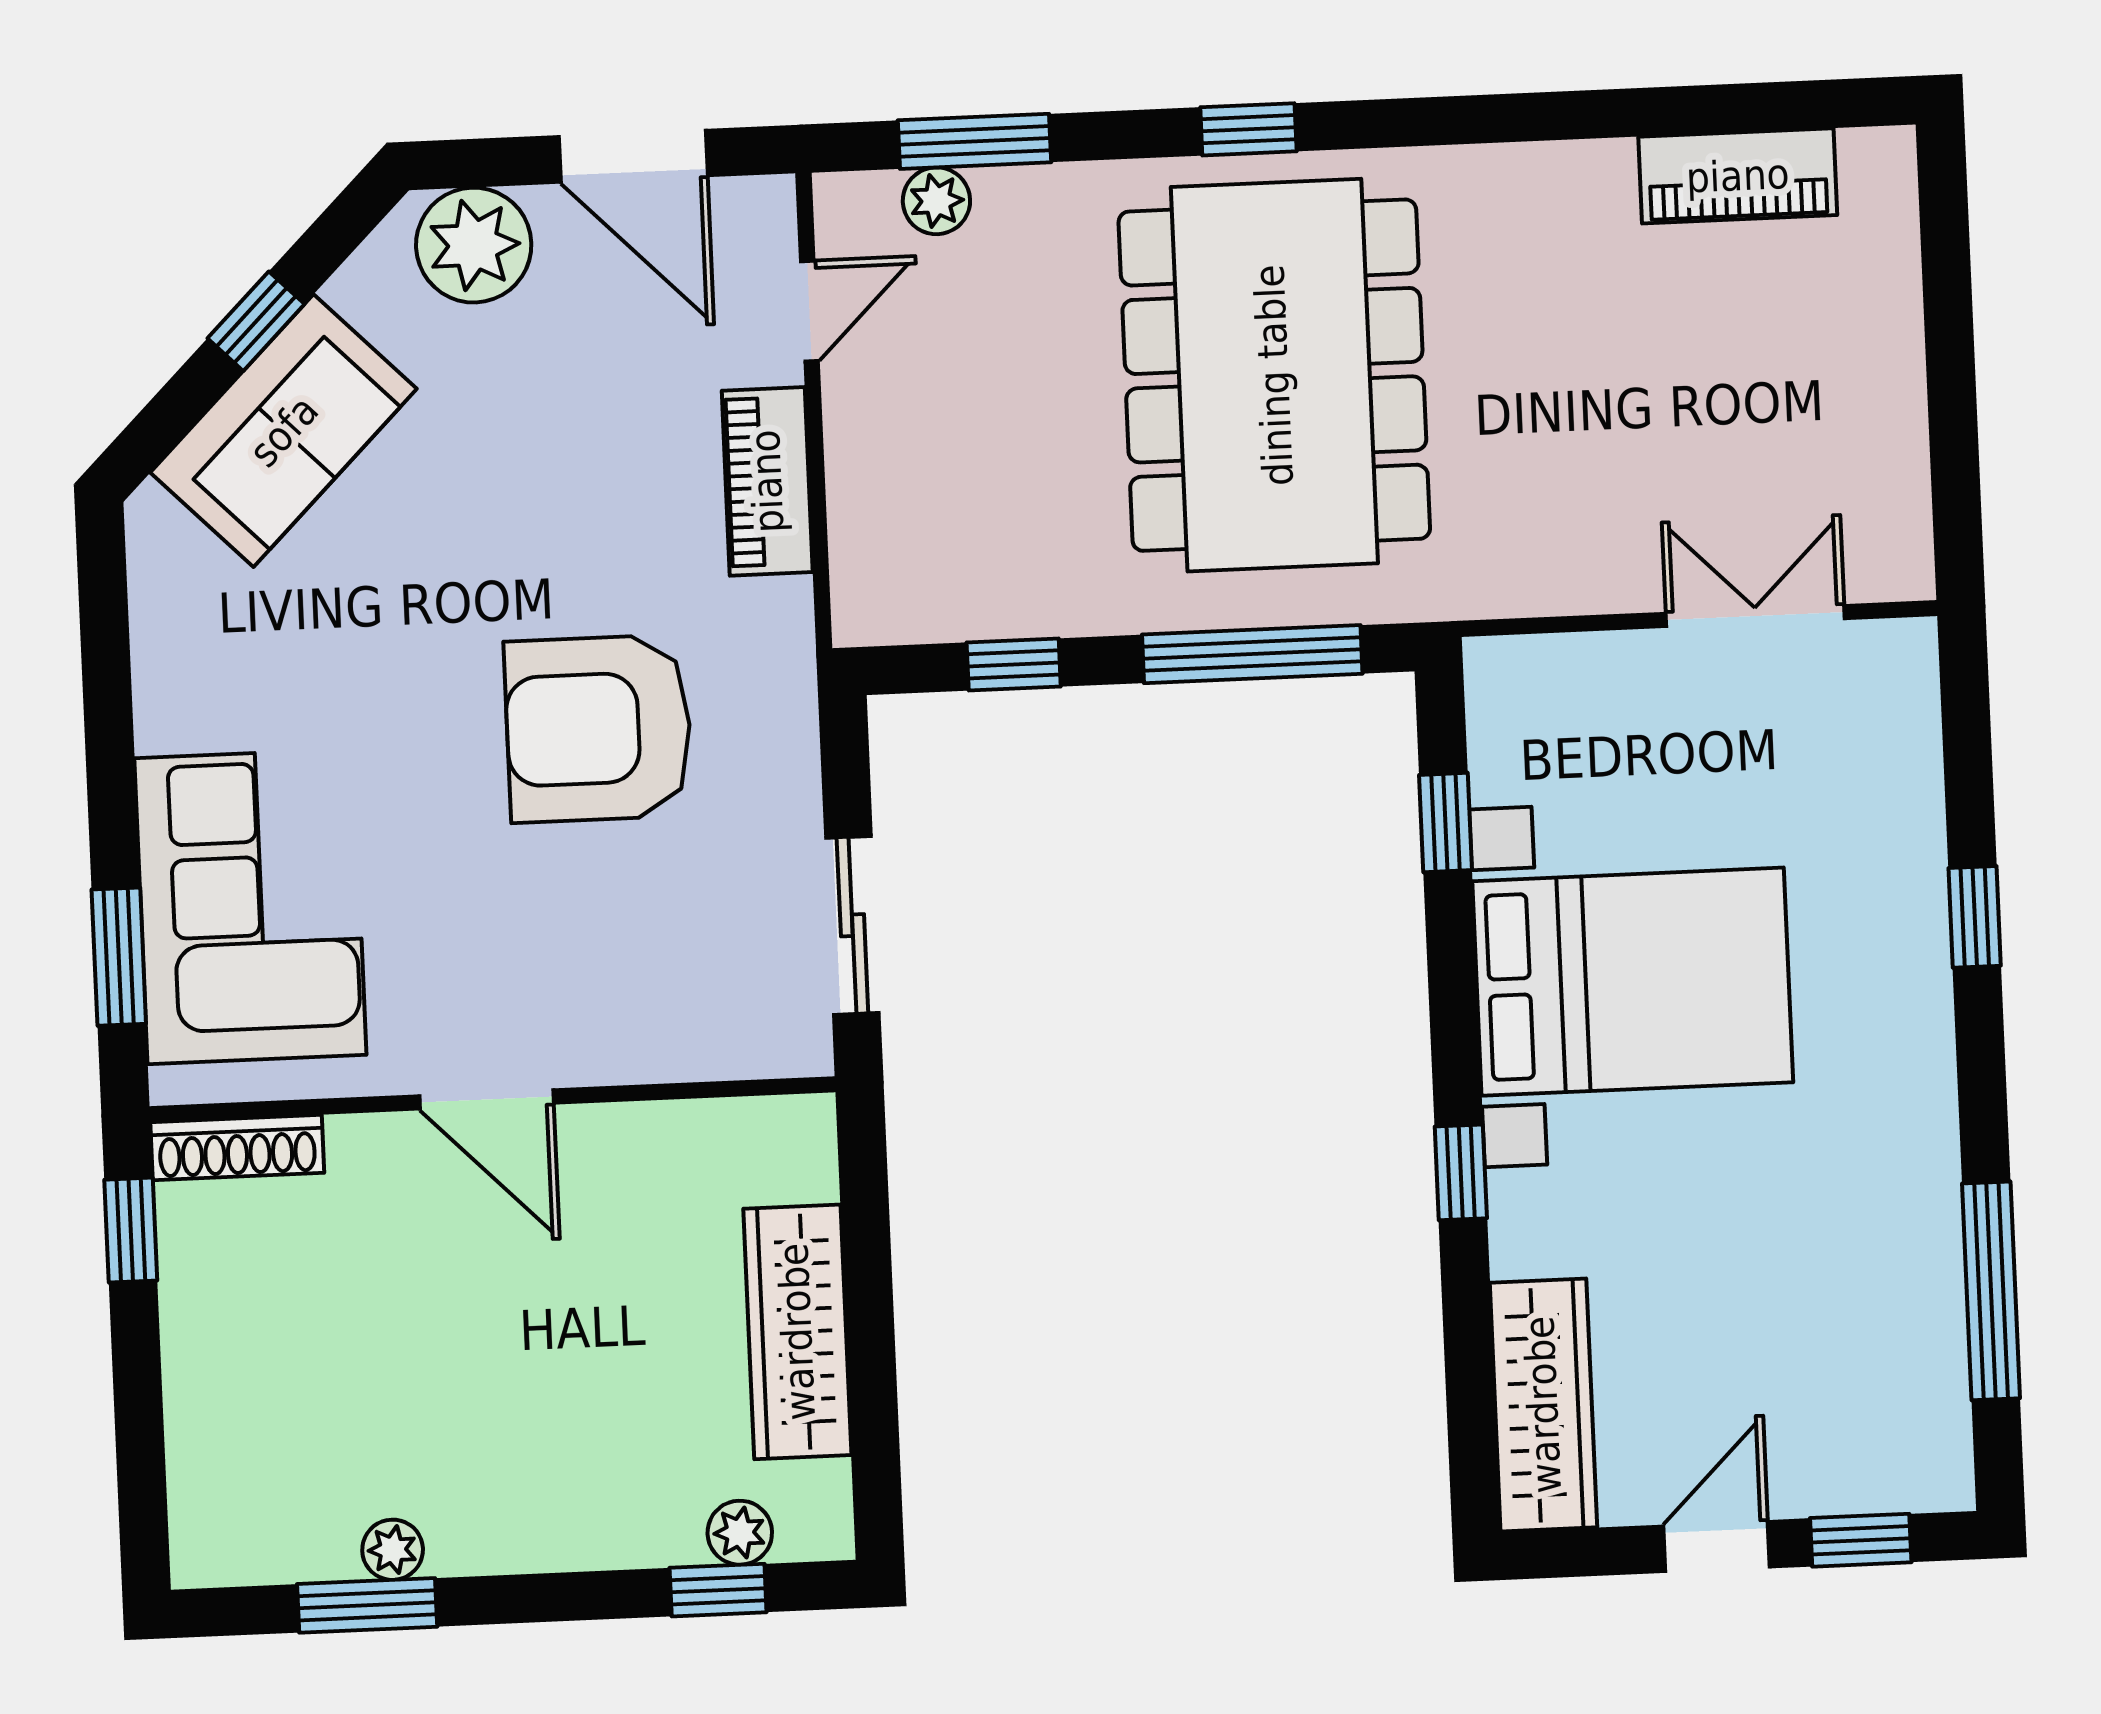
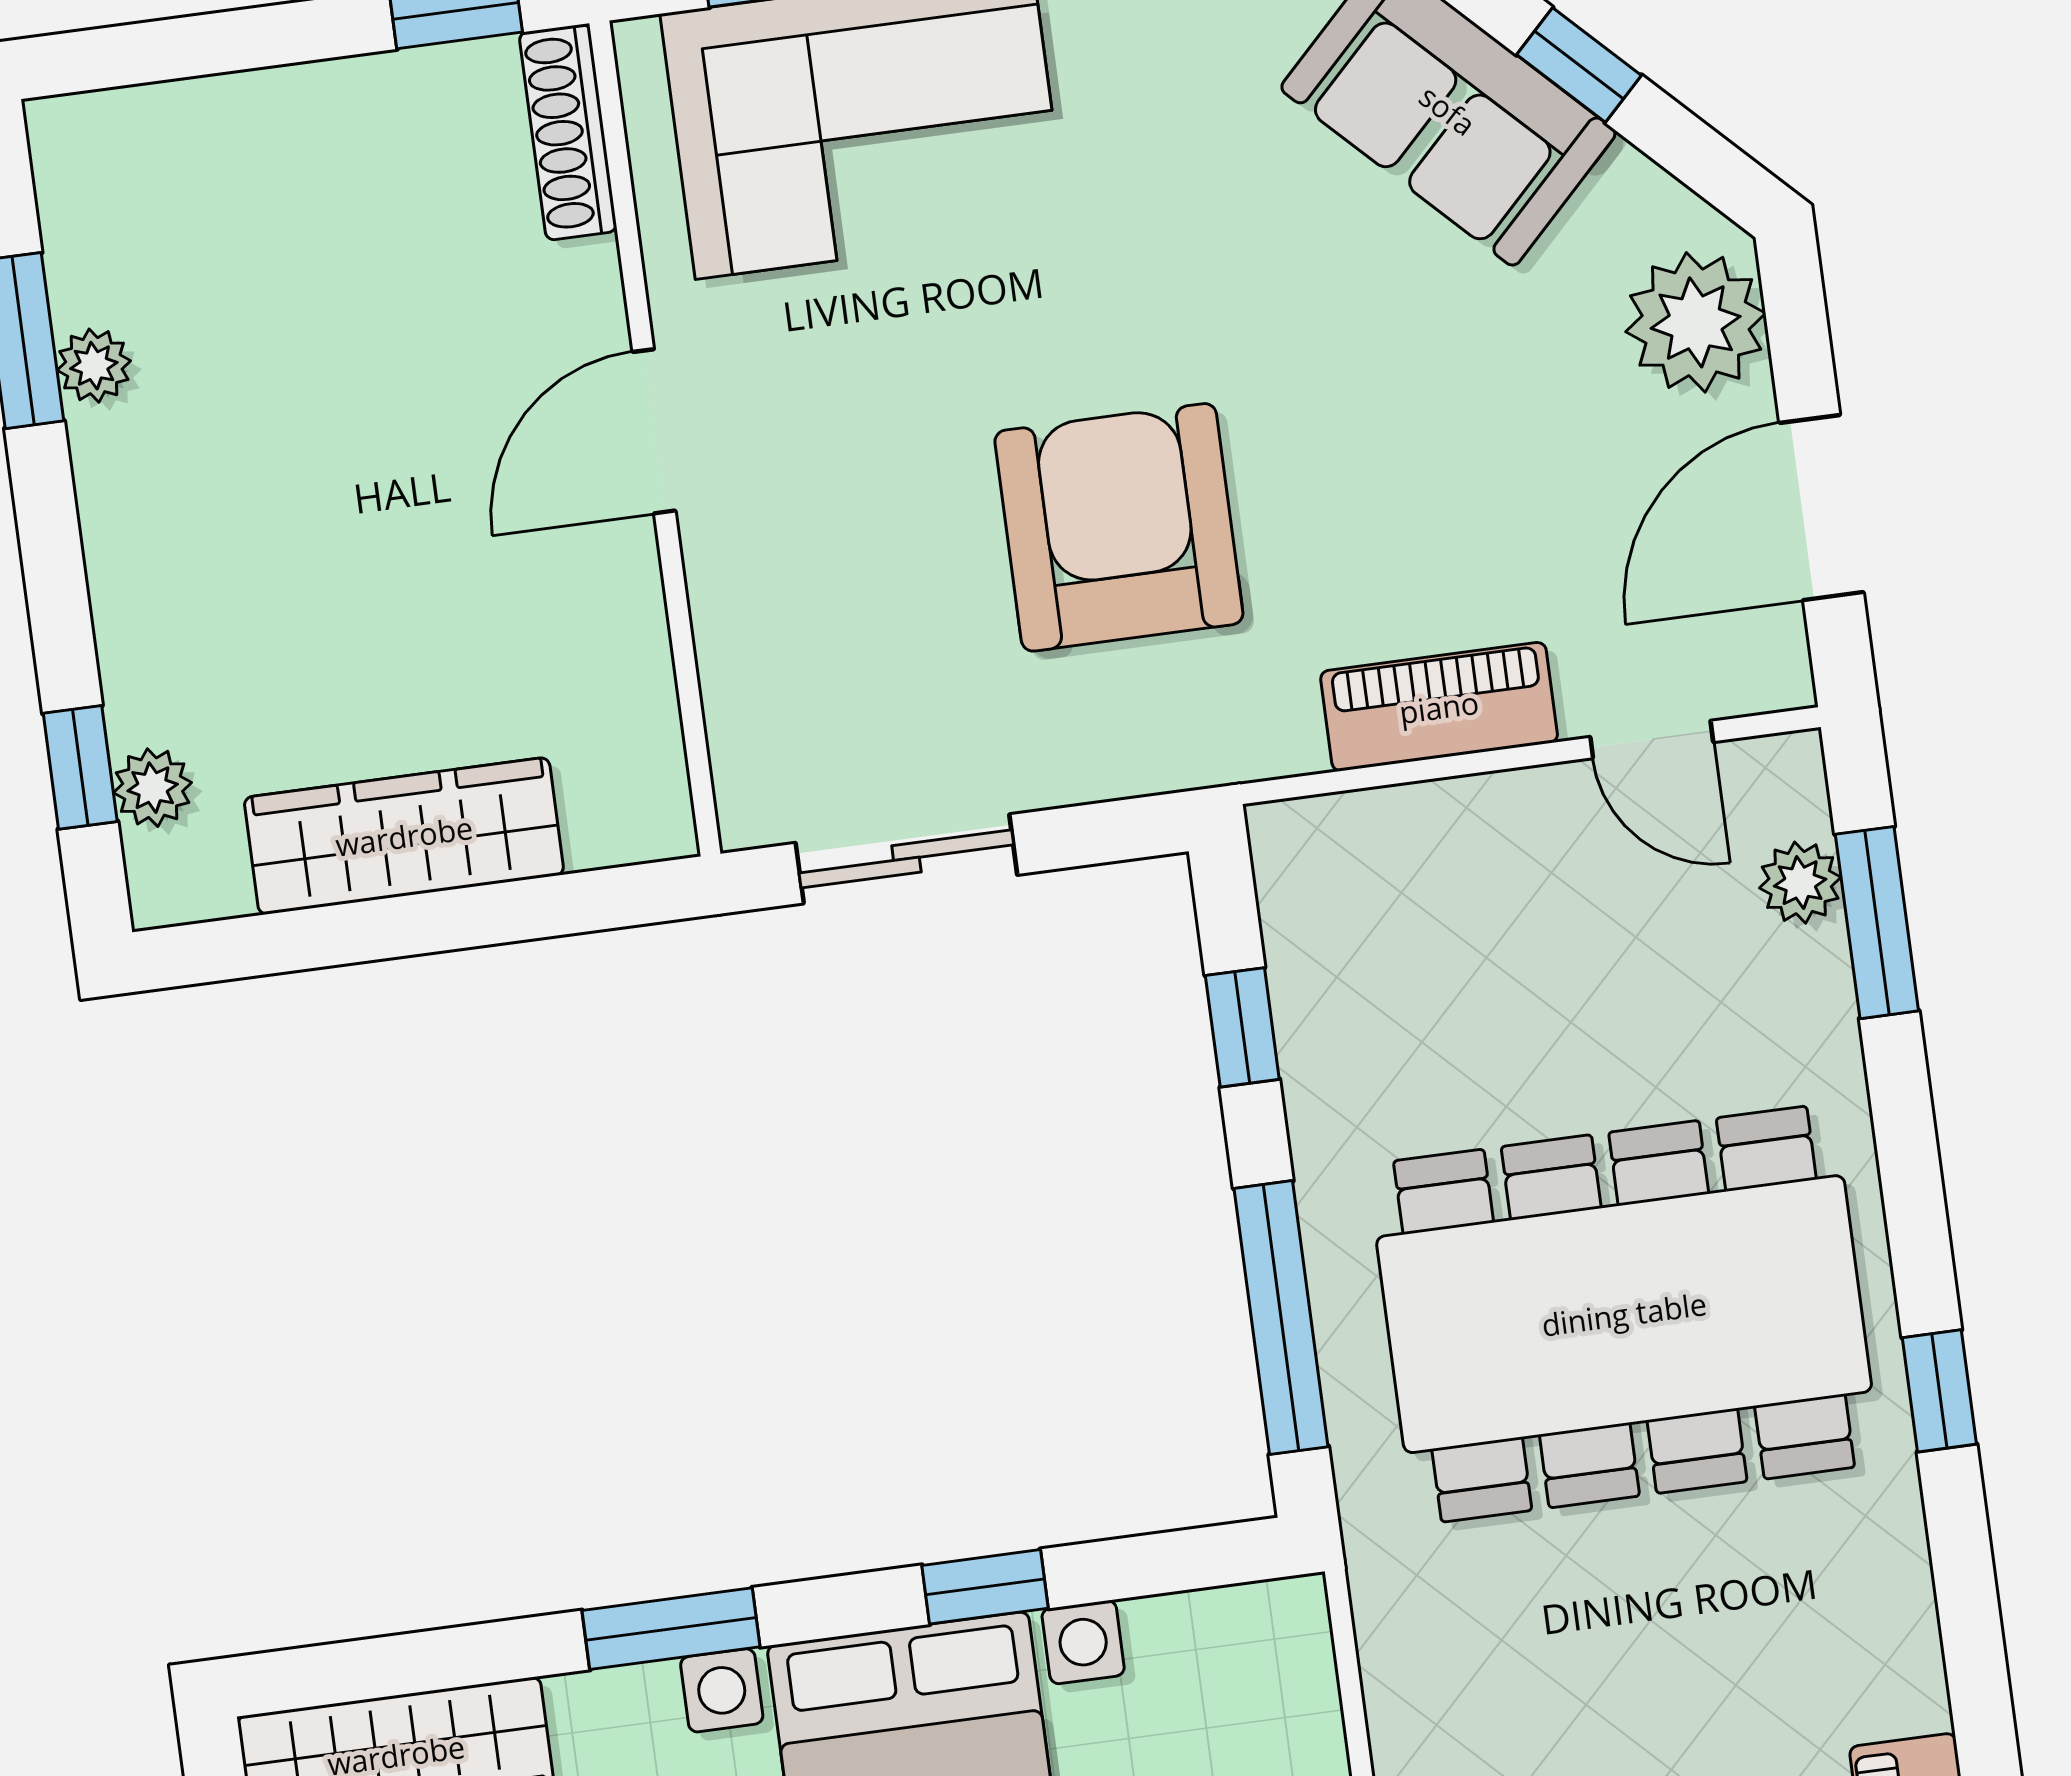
window: (1248, 129) -> (1939, 1391), moved
window: (1446, 822) -> (985, 1587), moved
window: (1461, 1172) -> (671, 1629), width x1.50

